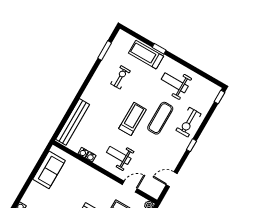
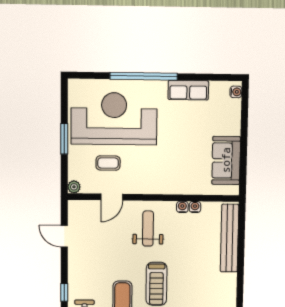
weight bench: (119, 155) -> (148, 229), turned -90
door: (172, 179) -> (64, 236), swing flipped

